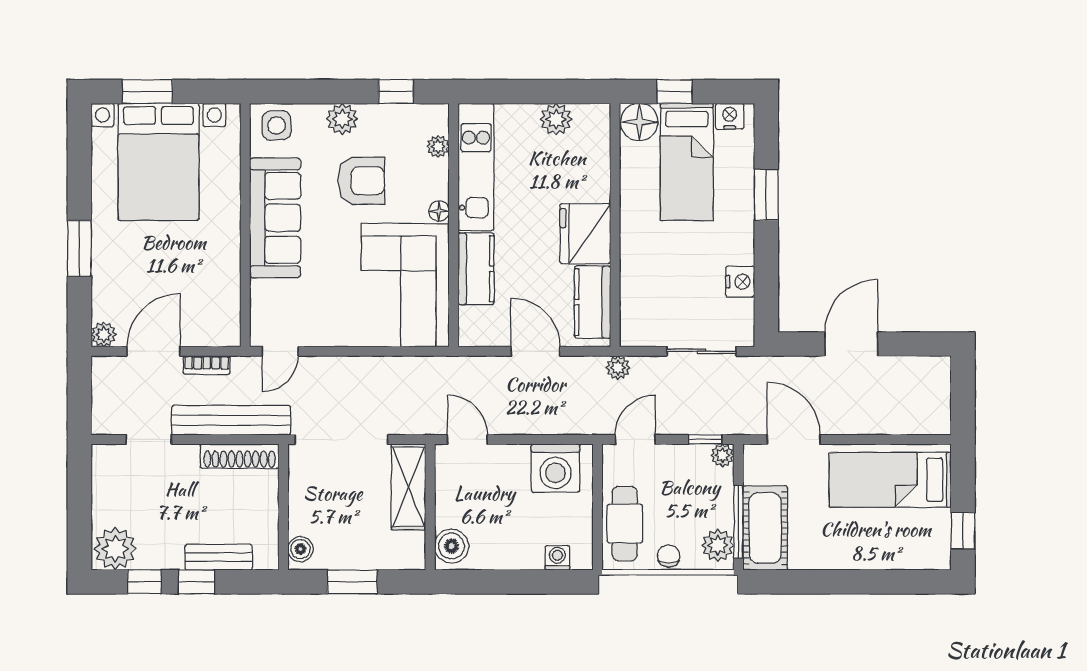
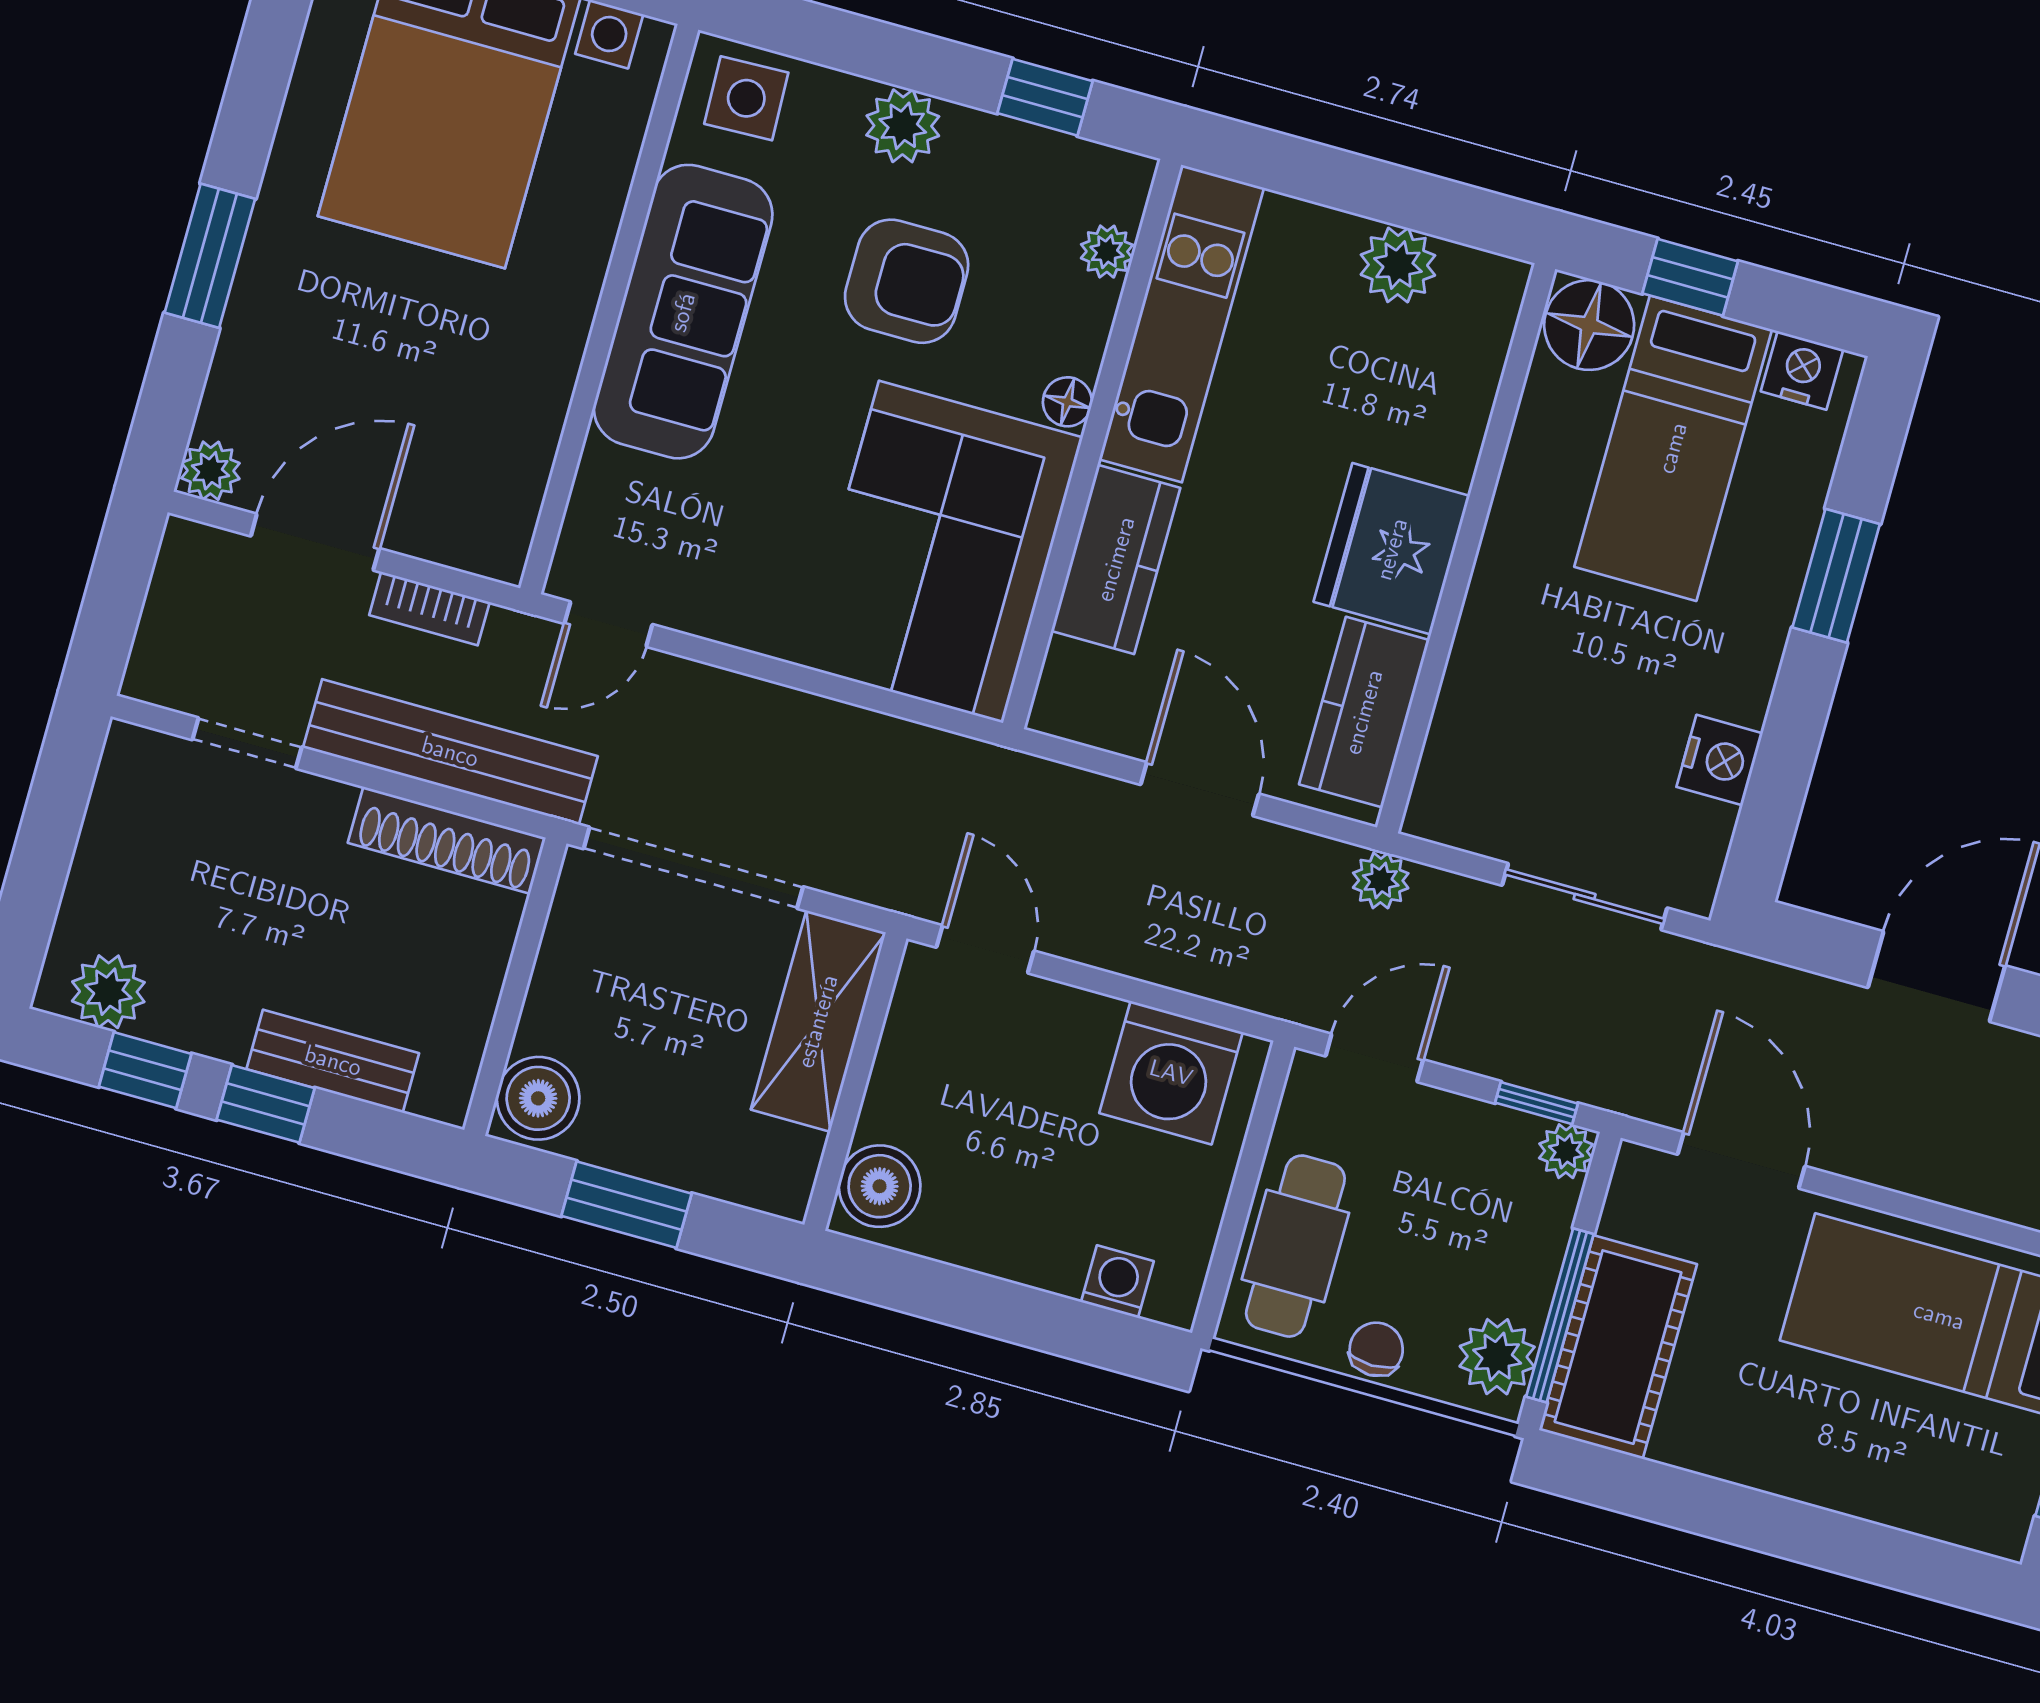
plant: (115, 549) -> (108, 992), width x0.73, depth x0.73
boiler: (300, 549) -> (538, 1098), width x1.36, depth x1.36

